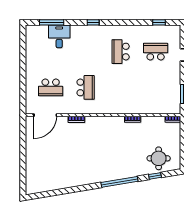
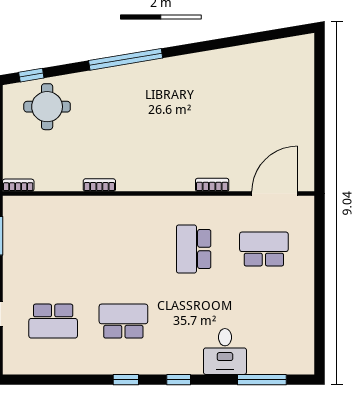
window: (159, 22) -> (126, 380), moved
desk: (59, 36) -> (225, 352), moved
school desk: (121, 52) -> (123, 321), turned -90
window: (155, 176) -> (31, 75), moved

